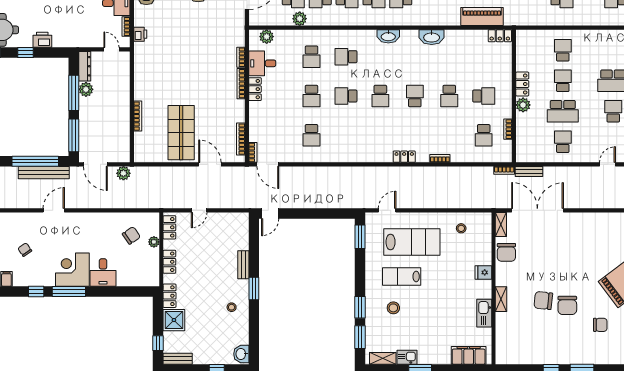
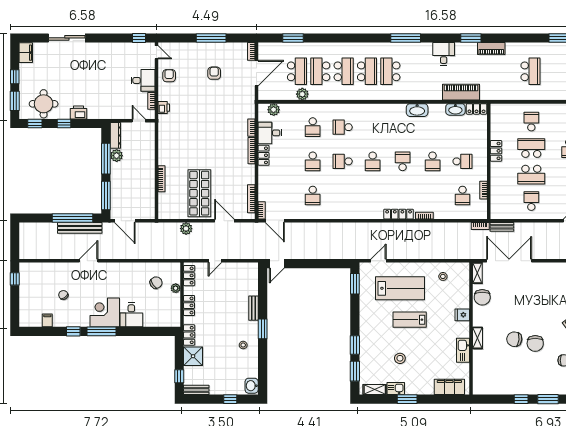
washbasin: (388, 36) -> (455, 109), moved
school desk: (563, 81) -> (531, 148), width x1.85
plant: (523, 105) -> (497, 169), removed
locker: (404, 157) -> (399, 214), width x1.53
plant: (123, 173) -> (186, 229), moved
lab bench: (402, 276) -> (410, 320), moved
stool: (393, 308) -> (400, 358), moved

